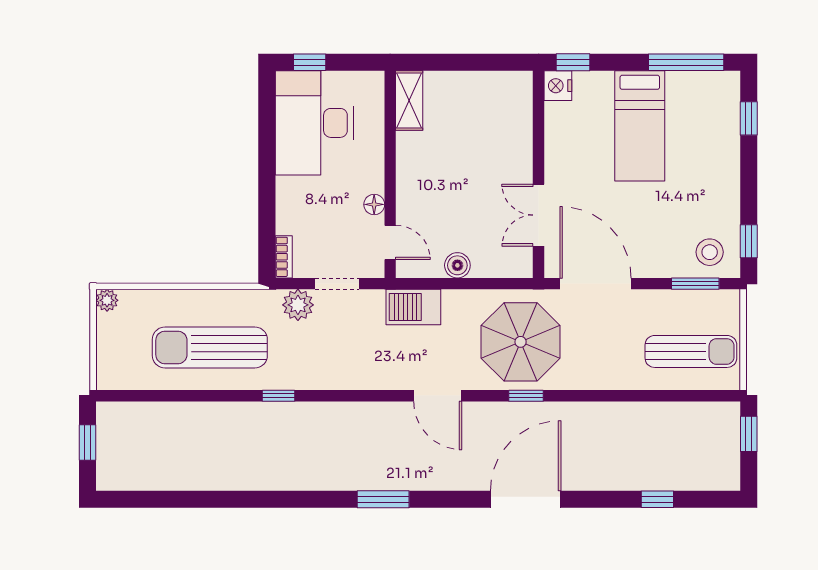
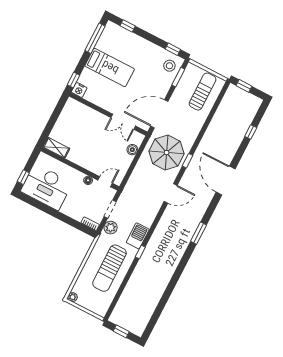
boiler: (457, 265) -> (132, 150), moved
barbecue: (413, 307) -> (138, 236), moved, turned 180

